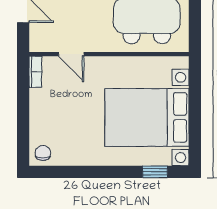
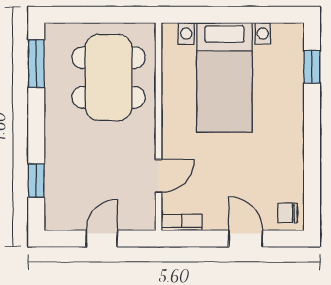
bed with nightstands: (147, 117) -> (224, 77), width x0.73
door: (23, 121) -> (246, 239), added

